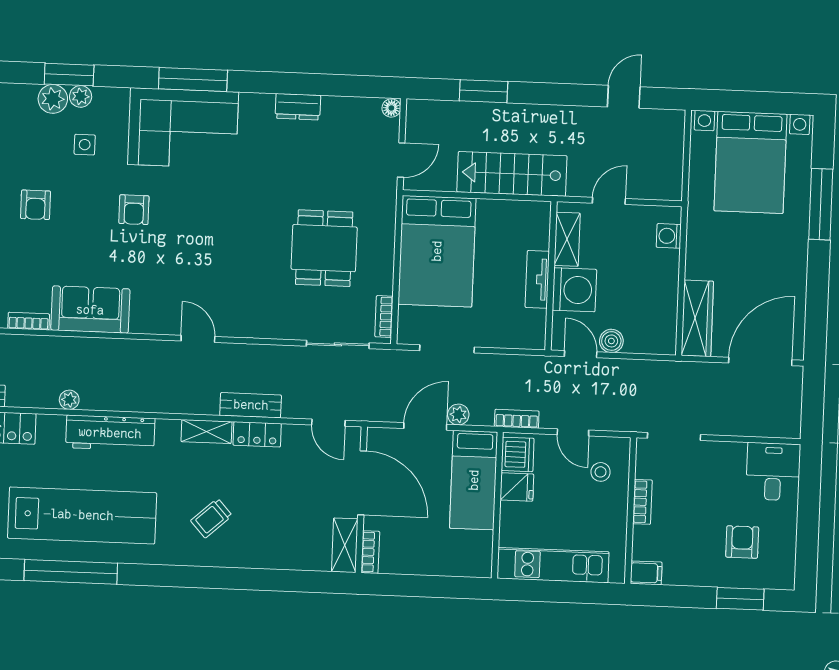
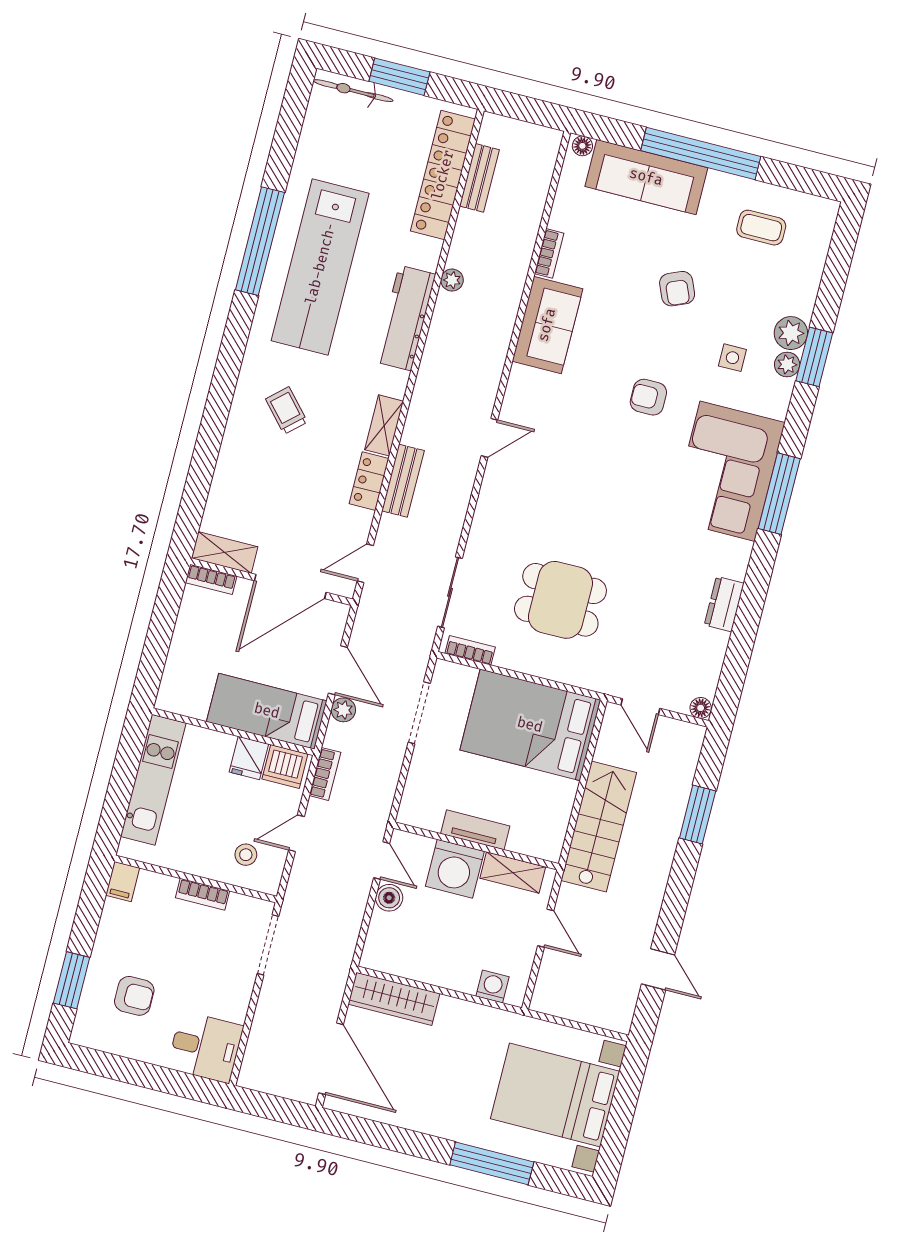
armchair: (36, 205) -> (677, 289), turned -113
door: (581, 354) -> (382, 860), hinge flipped

